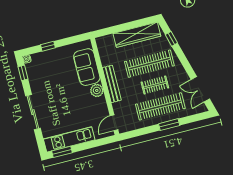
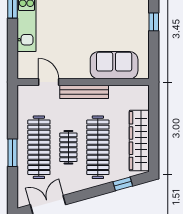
plant: (97, 90) -> (81, 70), removed
door: (114, 123) -> (49, 82), moved

